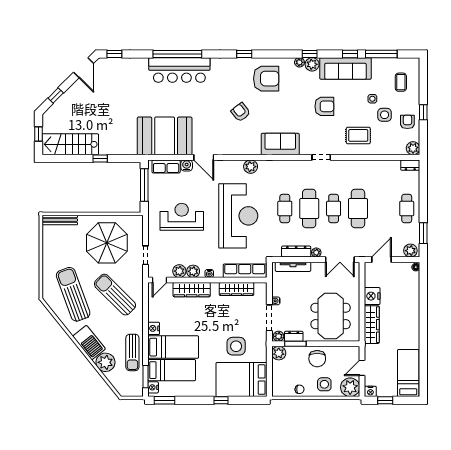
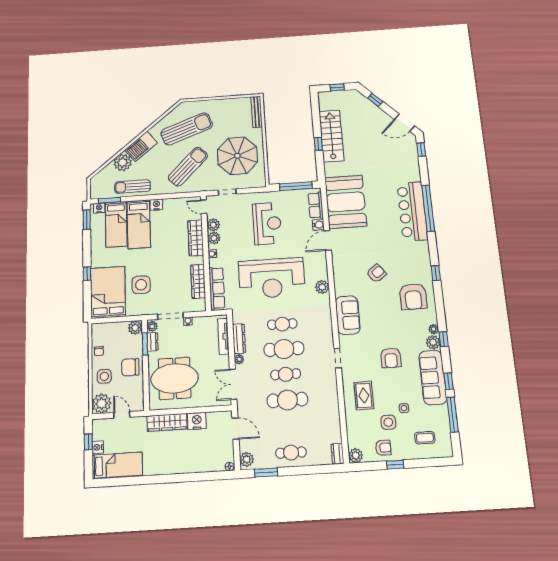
stairs: (70, 144) -> (331, 136), moved
nightstand: (370, 391) -> (98, 447), moved

